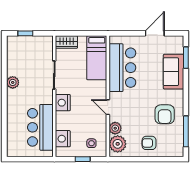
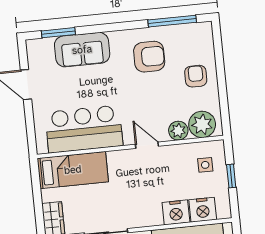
nightstand: (63, 103) -> (176, 212), moved
door: (108, 107) -> (147, 145), swing flipped
armchair: (149, 143) -> (196, 76), turned 180

